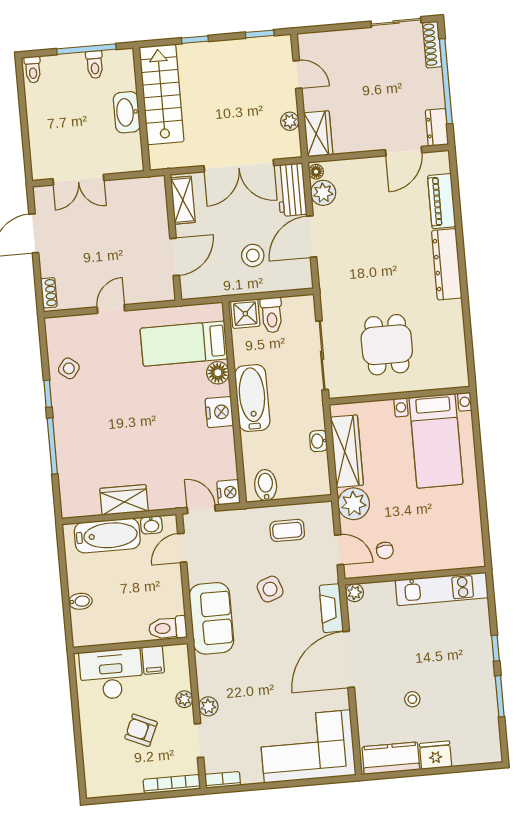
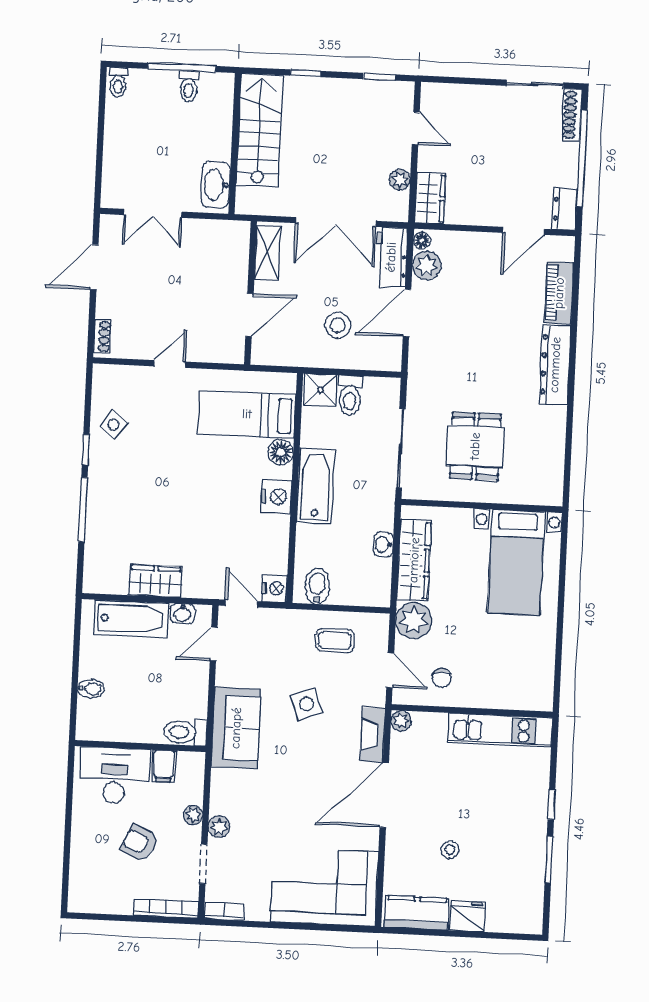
washbasin: (127, 112) -> (216, 185), moved

